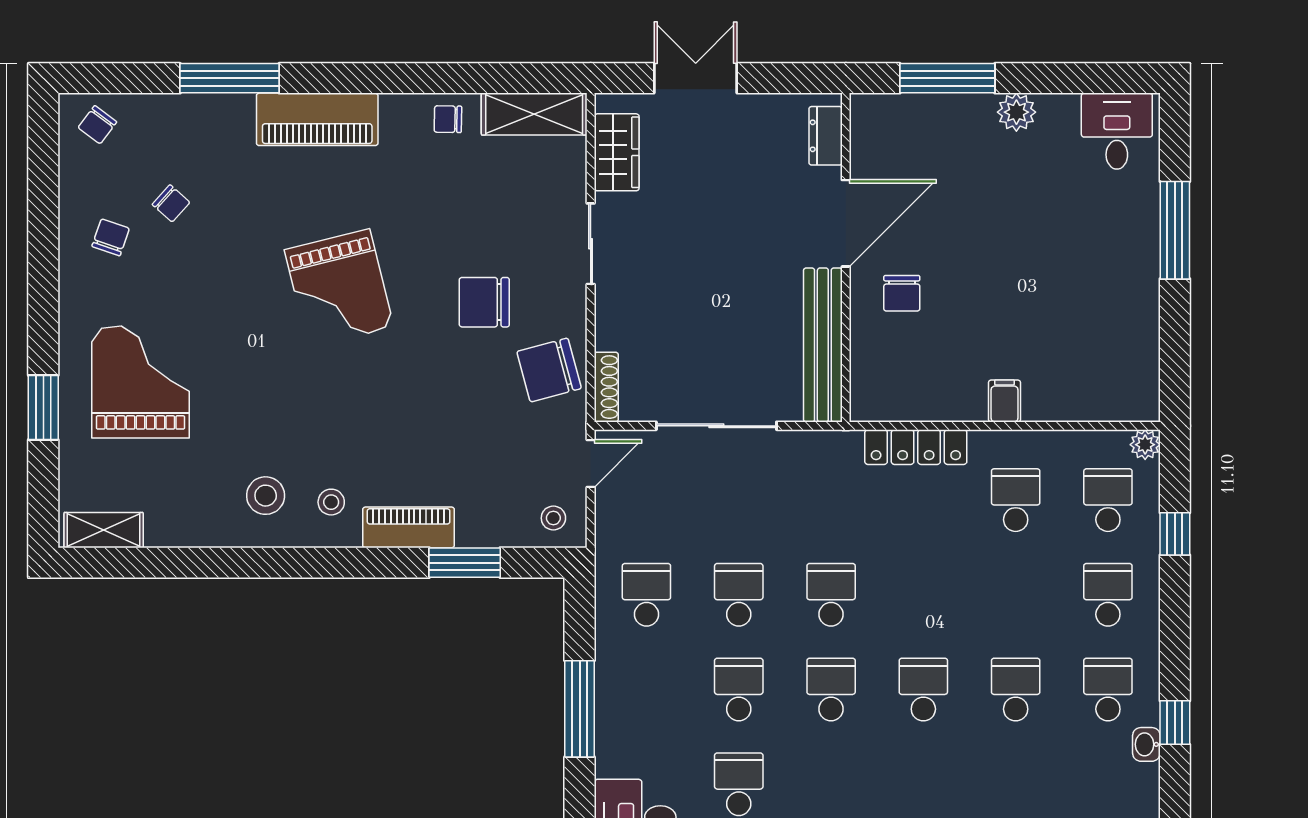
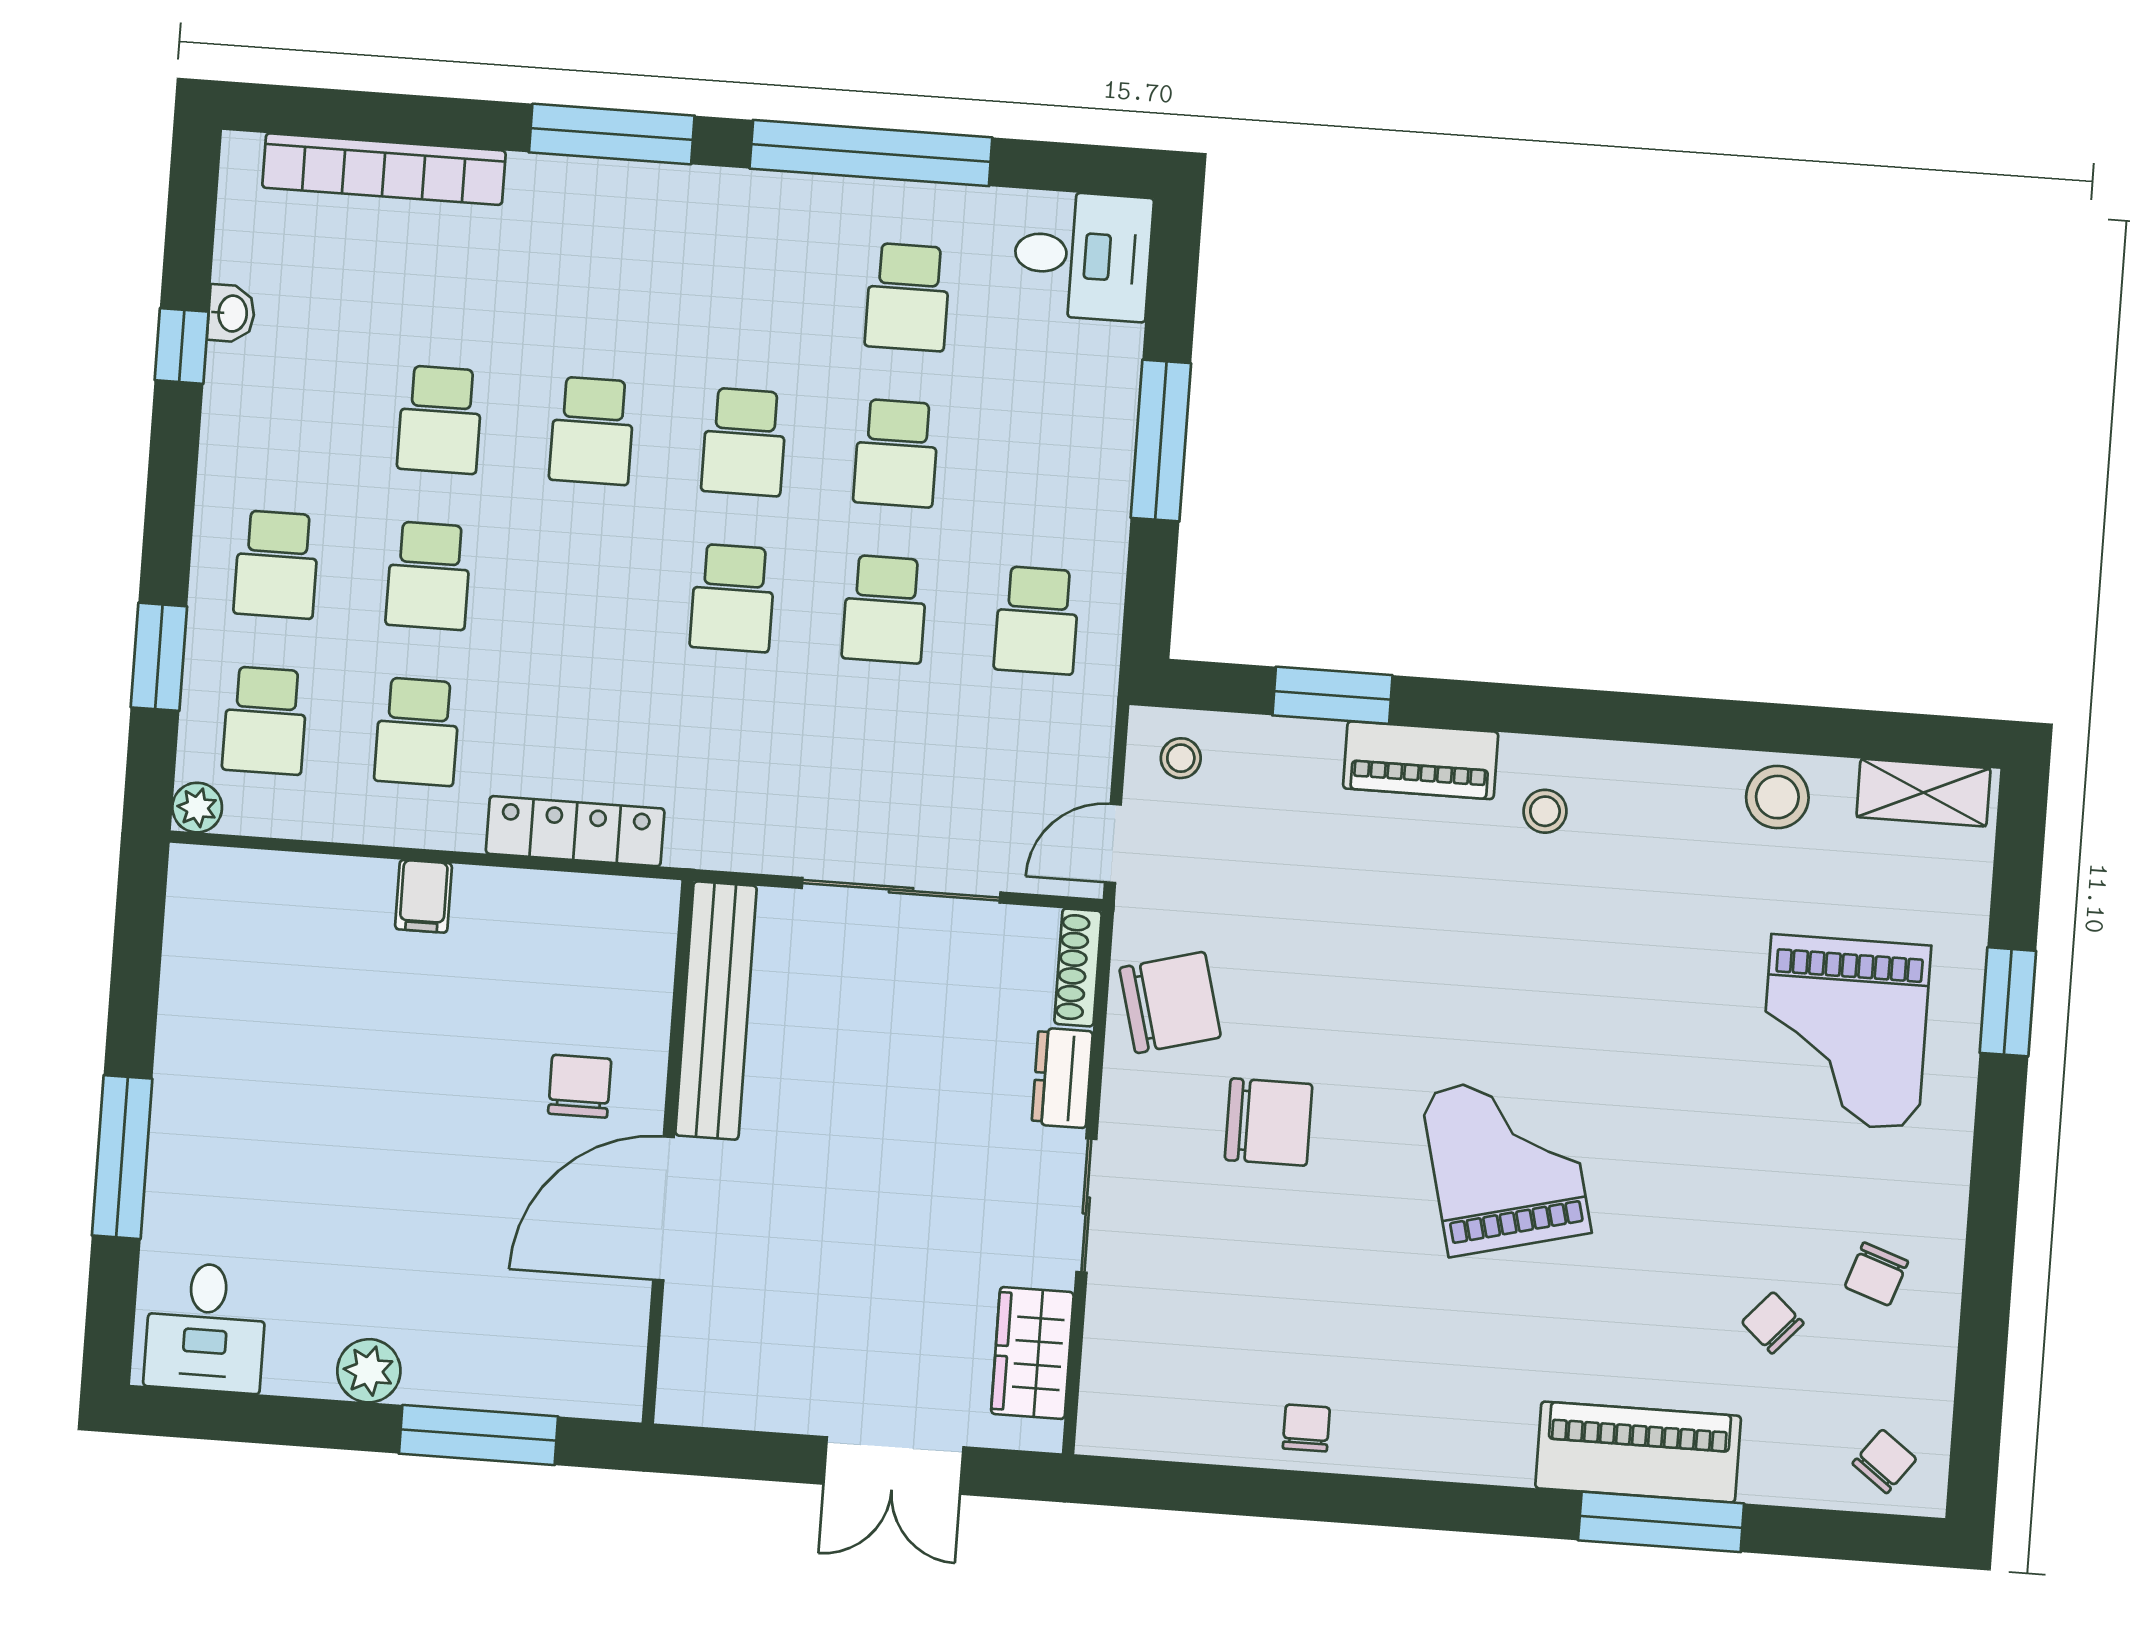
shelving: (534, 114) -> (1164, 1426), removed
piano: (317, 119) -> (1638, 1452), moved
chair: (448, 119) -> (1306, 1428), turned -91
dresser: (826, 136) -> (1062, 1078), moved, turned 180
stool: (266, 496) -> (1777, 797), moved
window: (1175, 534) -> (159, 657), width x1.50
school desk: (1108, 690) -> (429, 576), moved

